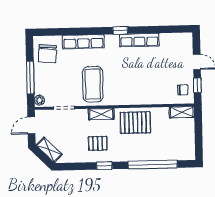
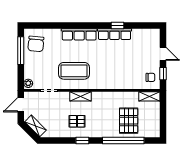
window: (120, 30) -> (118, 26), moved
row of seats: (83, 42) -> (79, 34), moved
window: (30, 78) -> (21, 51), moved
coffee table: (93, 84) -> (74, 71), turned 90
pallet: (135, 123) -> (129, 121), moved, turned 90

